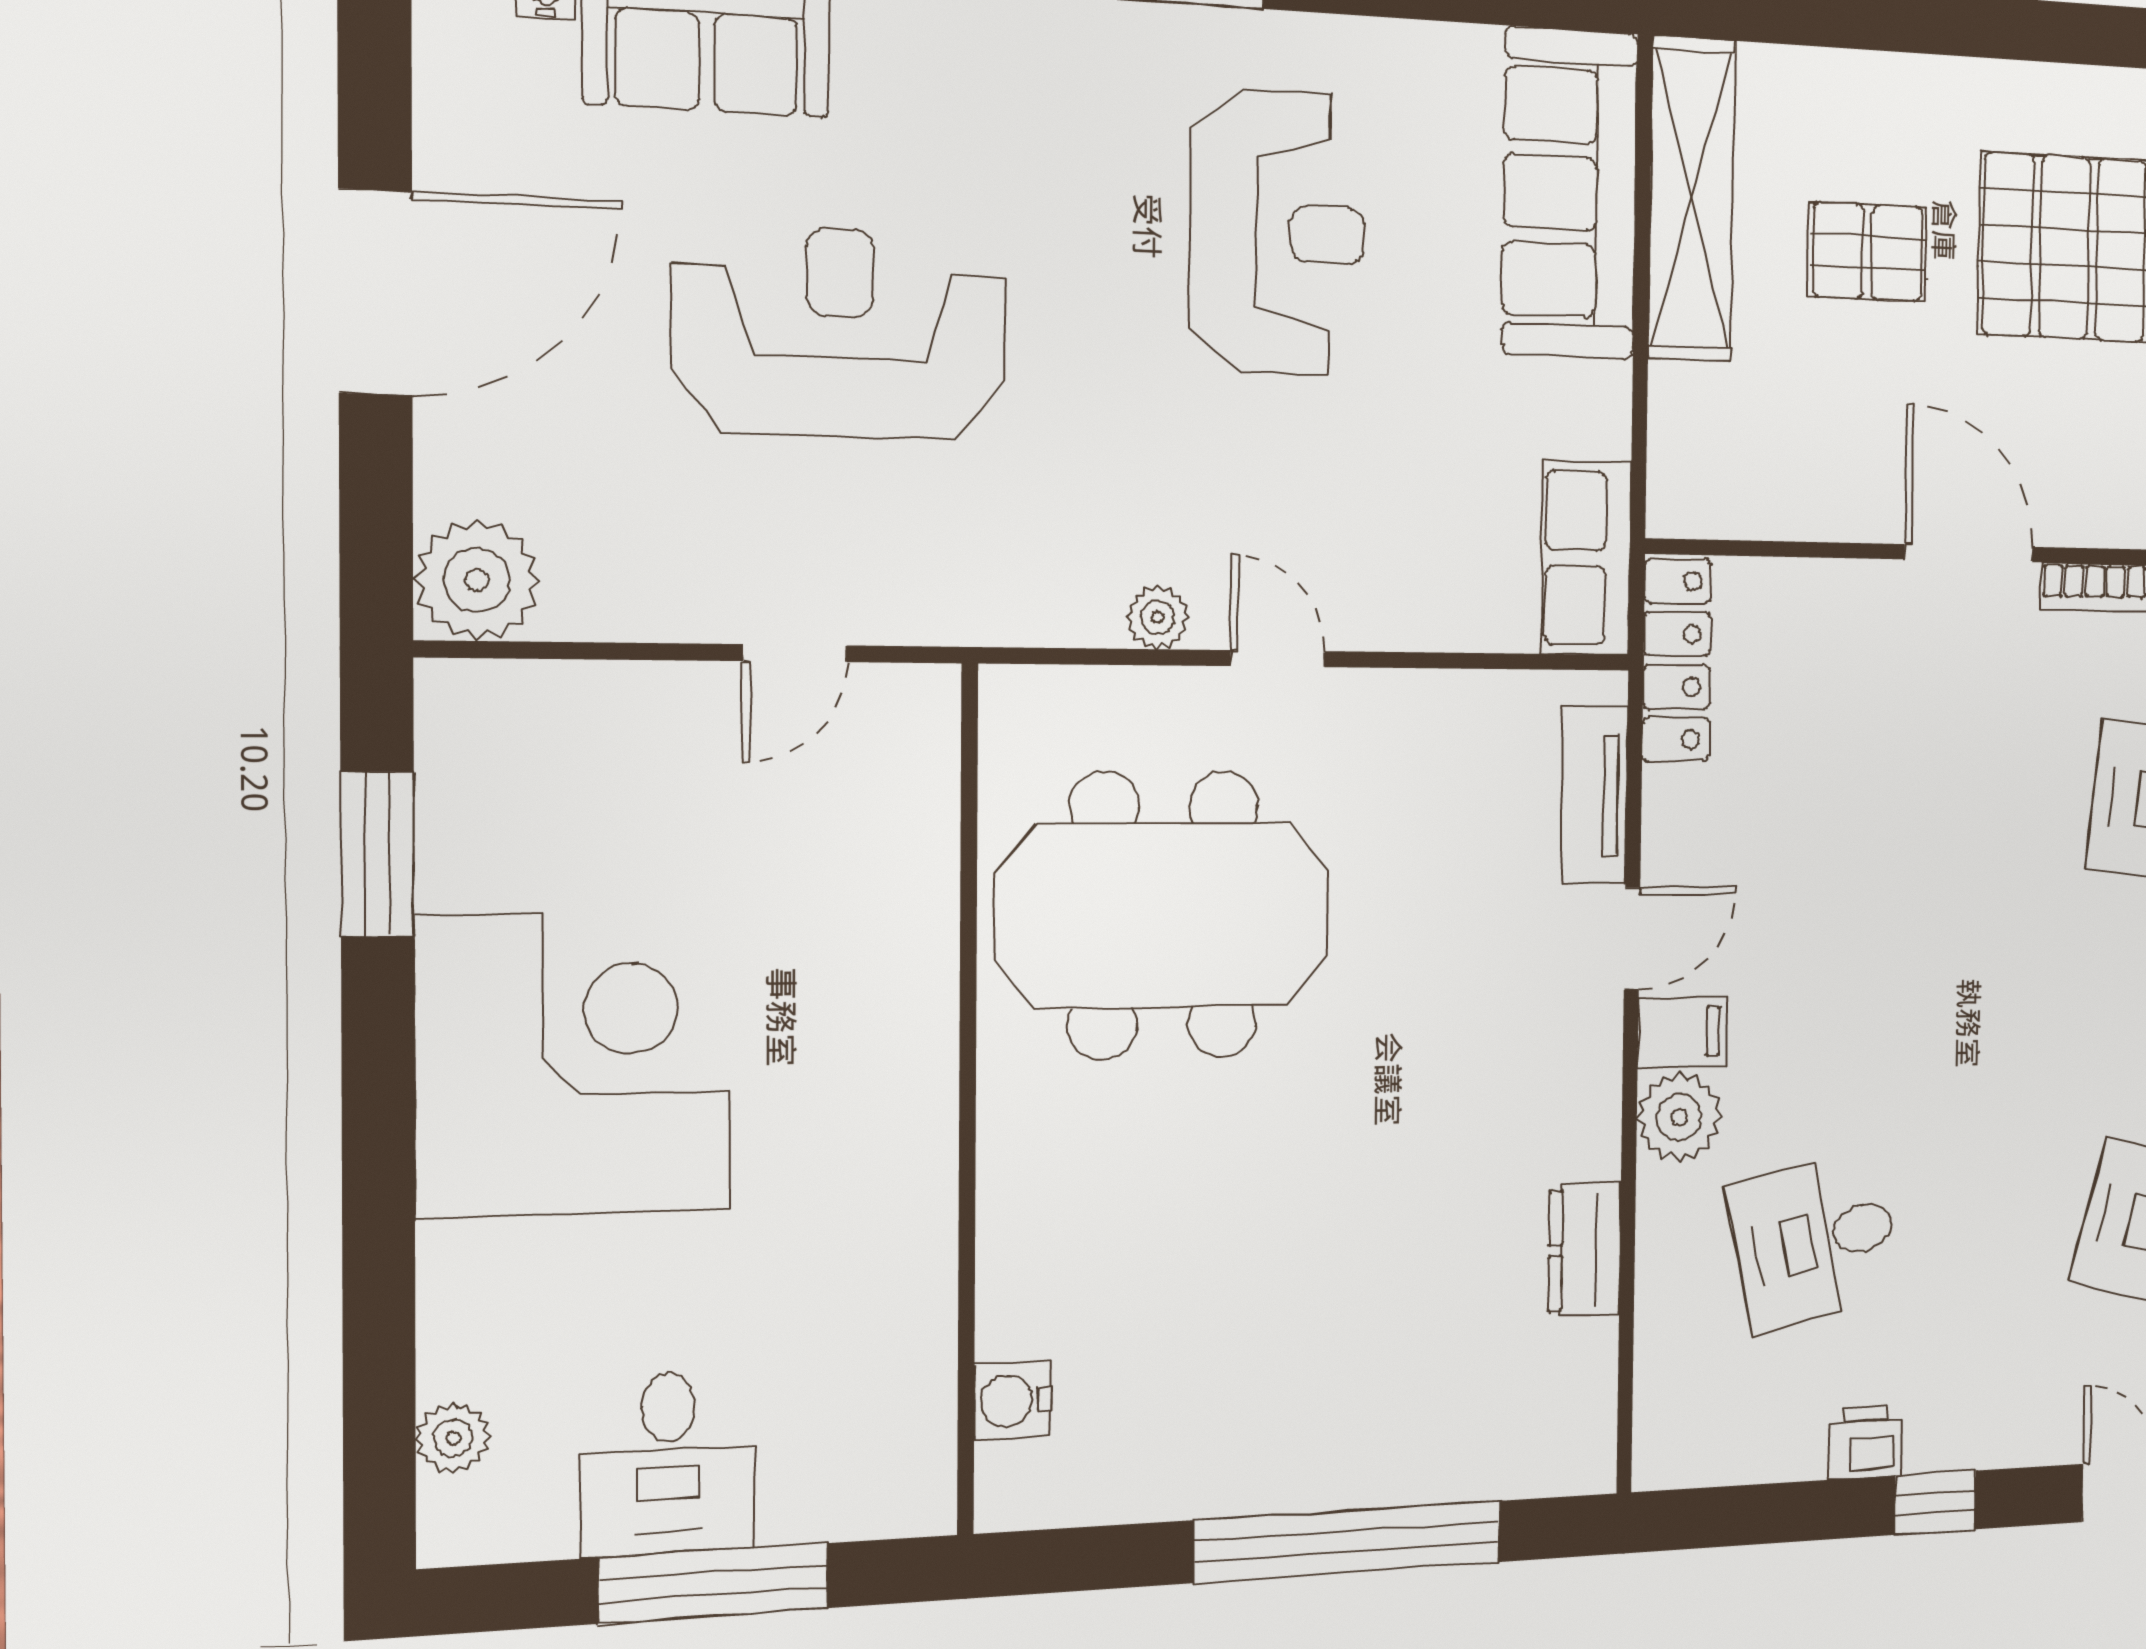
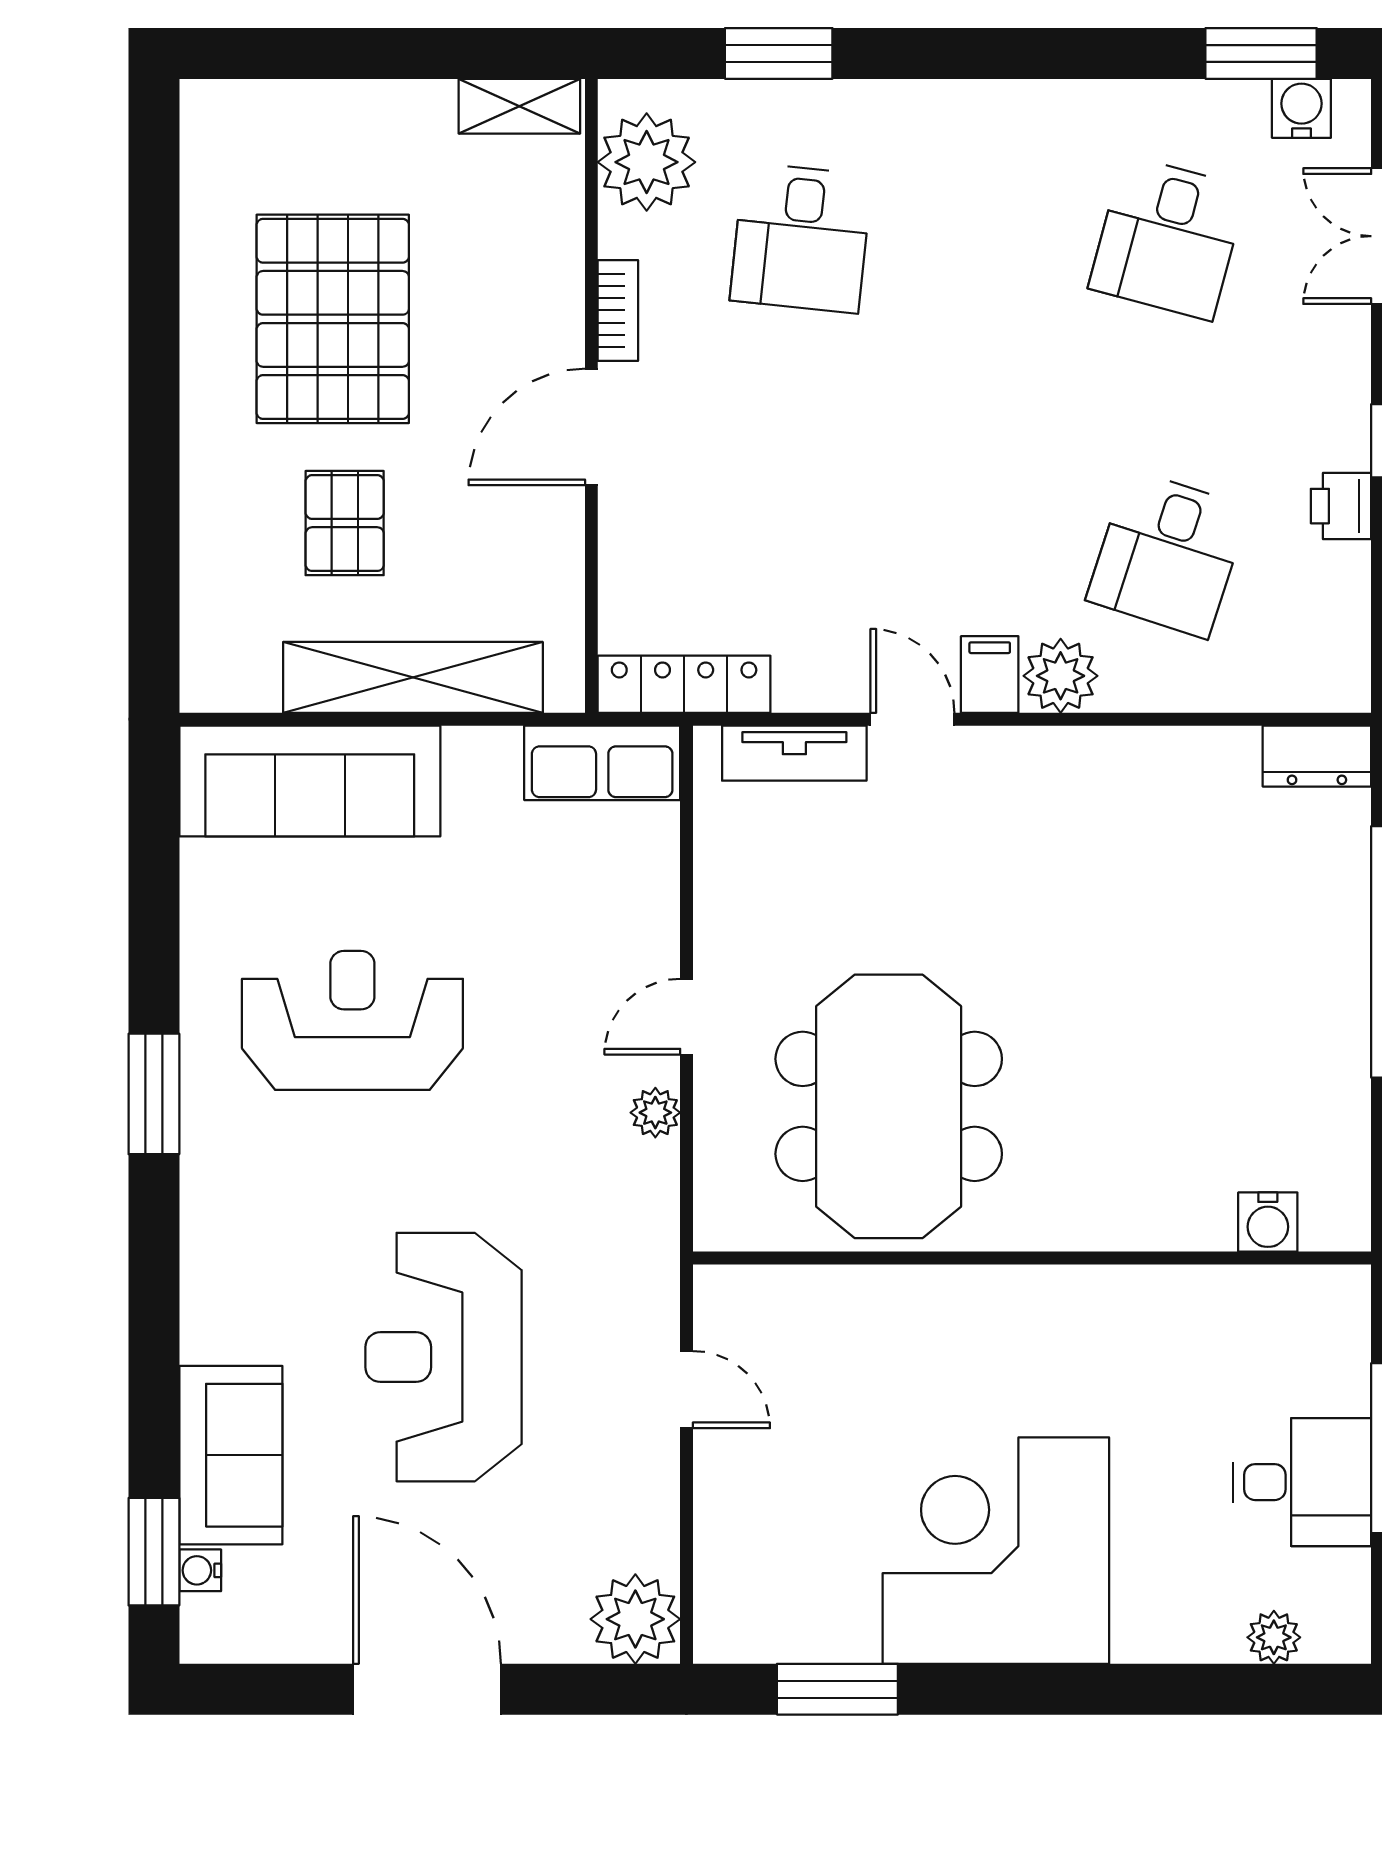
shelving: (1692, 199) -> (413, 677), moved
desk: (1815, 1241) -> (1168, 554), turned 30
dresser: (1585, 1250) -> (1317, 756), moved

